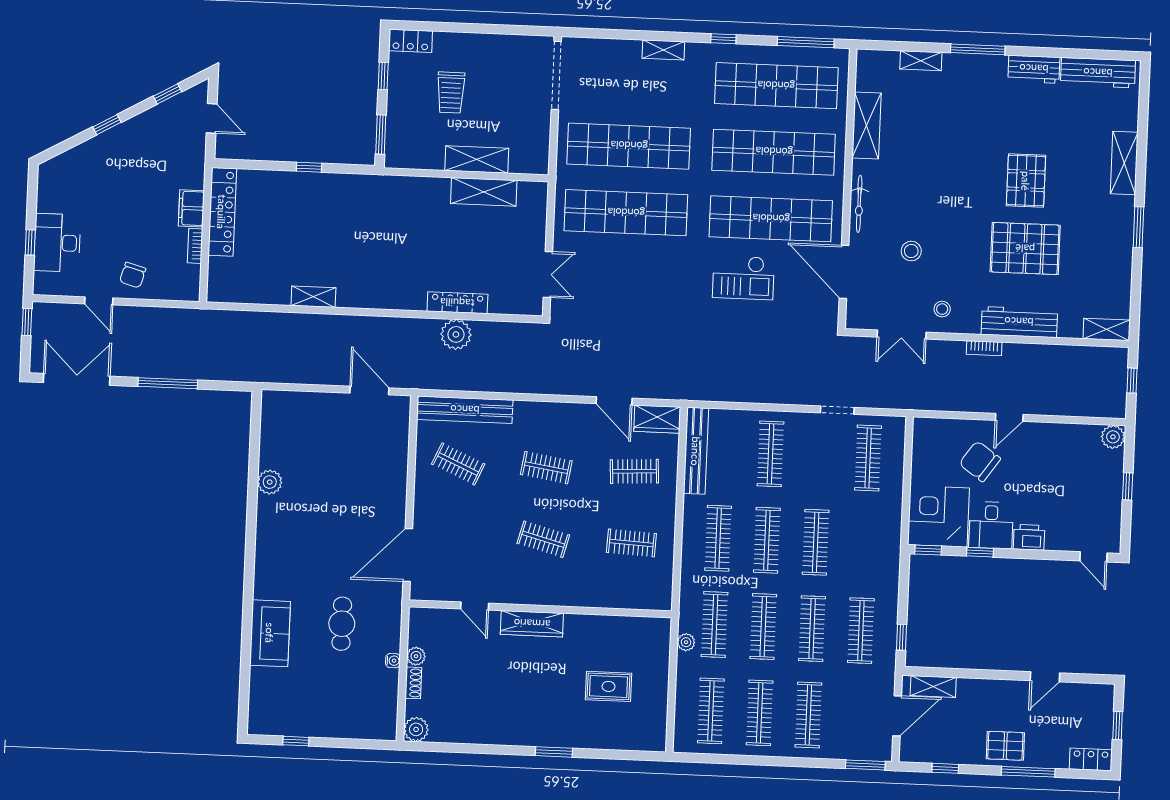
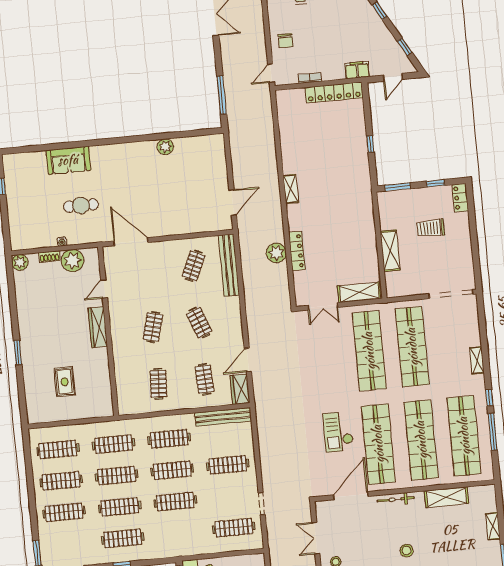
window: (806, 42) -> (493, 432), moved
shelving: (484, 192) -> (359, 292), moved, turned 90
filing cabinet: (191, 208) -> (357, 70), moved
stool: (911, 251) -> (407, 551), moved
chair: (133, 275) -> (286, 41), turned -106
shelving: (313, 297) -> (291, 189), moved
door: (99, 301) -> (271, 73), moved
window: (168, 383) -> (222, 95), moved
clothes rail: (546, 468) -> (199, 323), turned -30
plant: (686, 642) -> (100, 427), removed
plant: (416, 656) -> (73, 261), width x1.88, depth x1.88

